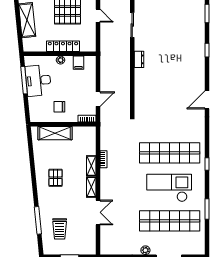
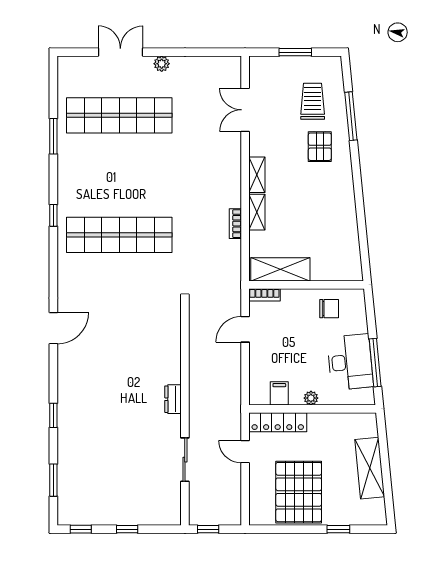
door: (98, 16) -> (245, 452), moved
locker: (63, 46) -> (278, 422), moved
chair: (59, 107) -> (329, 309), moved
shelving: (55, 133) -> (280, 269), moved
pallet: (56, 178) -> (320, 147), moved
checkout: (169, 188) -> (120, 173), removed
double door: (98, 212) -> (245, 110), moved

